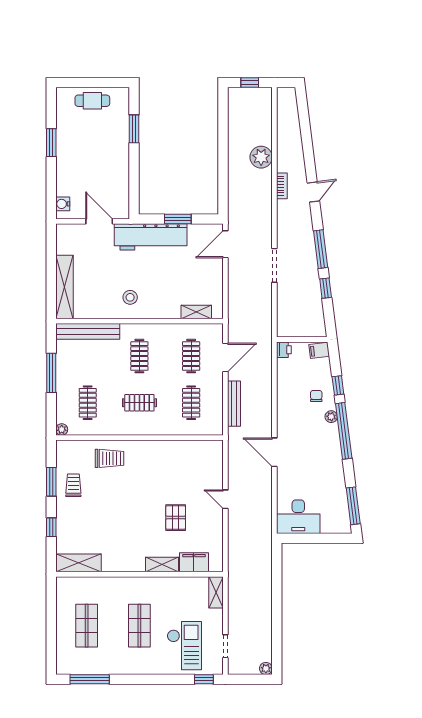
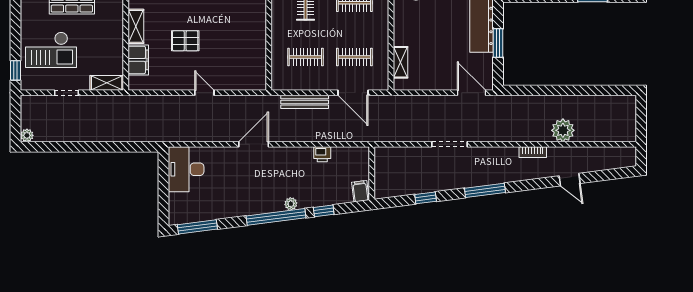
window: (250, 83) -> (641, 118), removed
door: (313, 192) -> (570, 180), moved
window: (321, 249) -> (485, 190), moved
printer: (284, 350) -> (322, 154), moved
chair: (316, 396) -> (313, 188), removed
door: (225, 499) -> (204, 93), hinge flipped
doorway: (225, 646) -> (66, 93), moved

